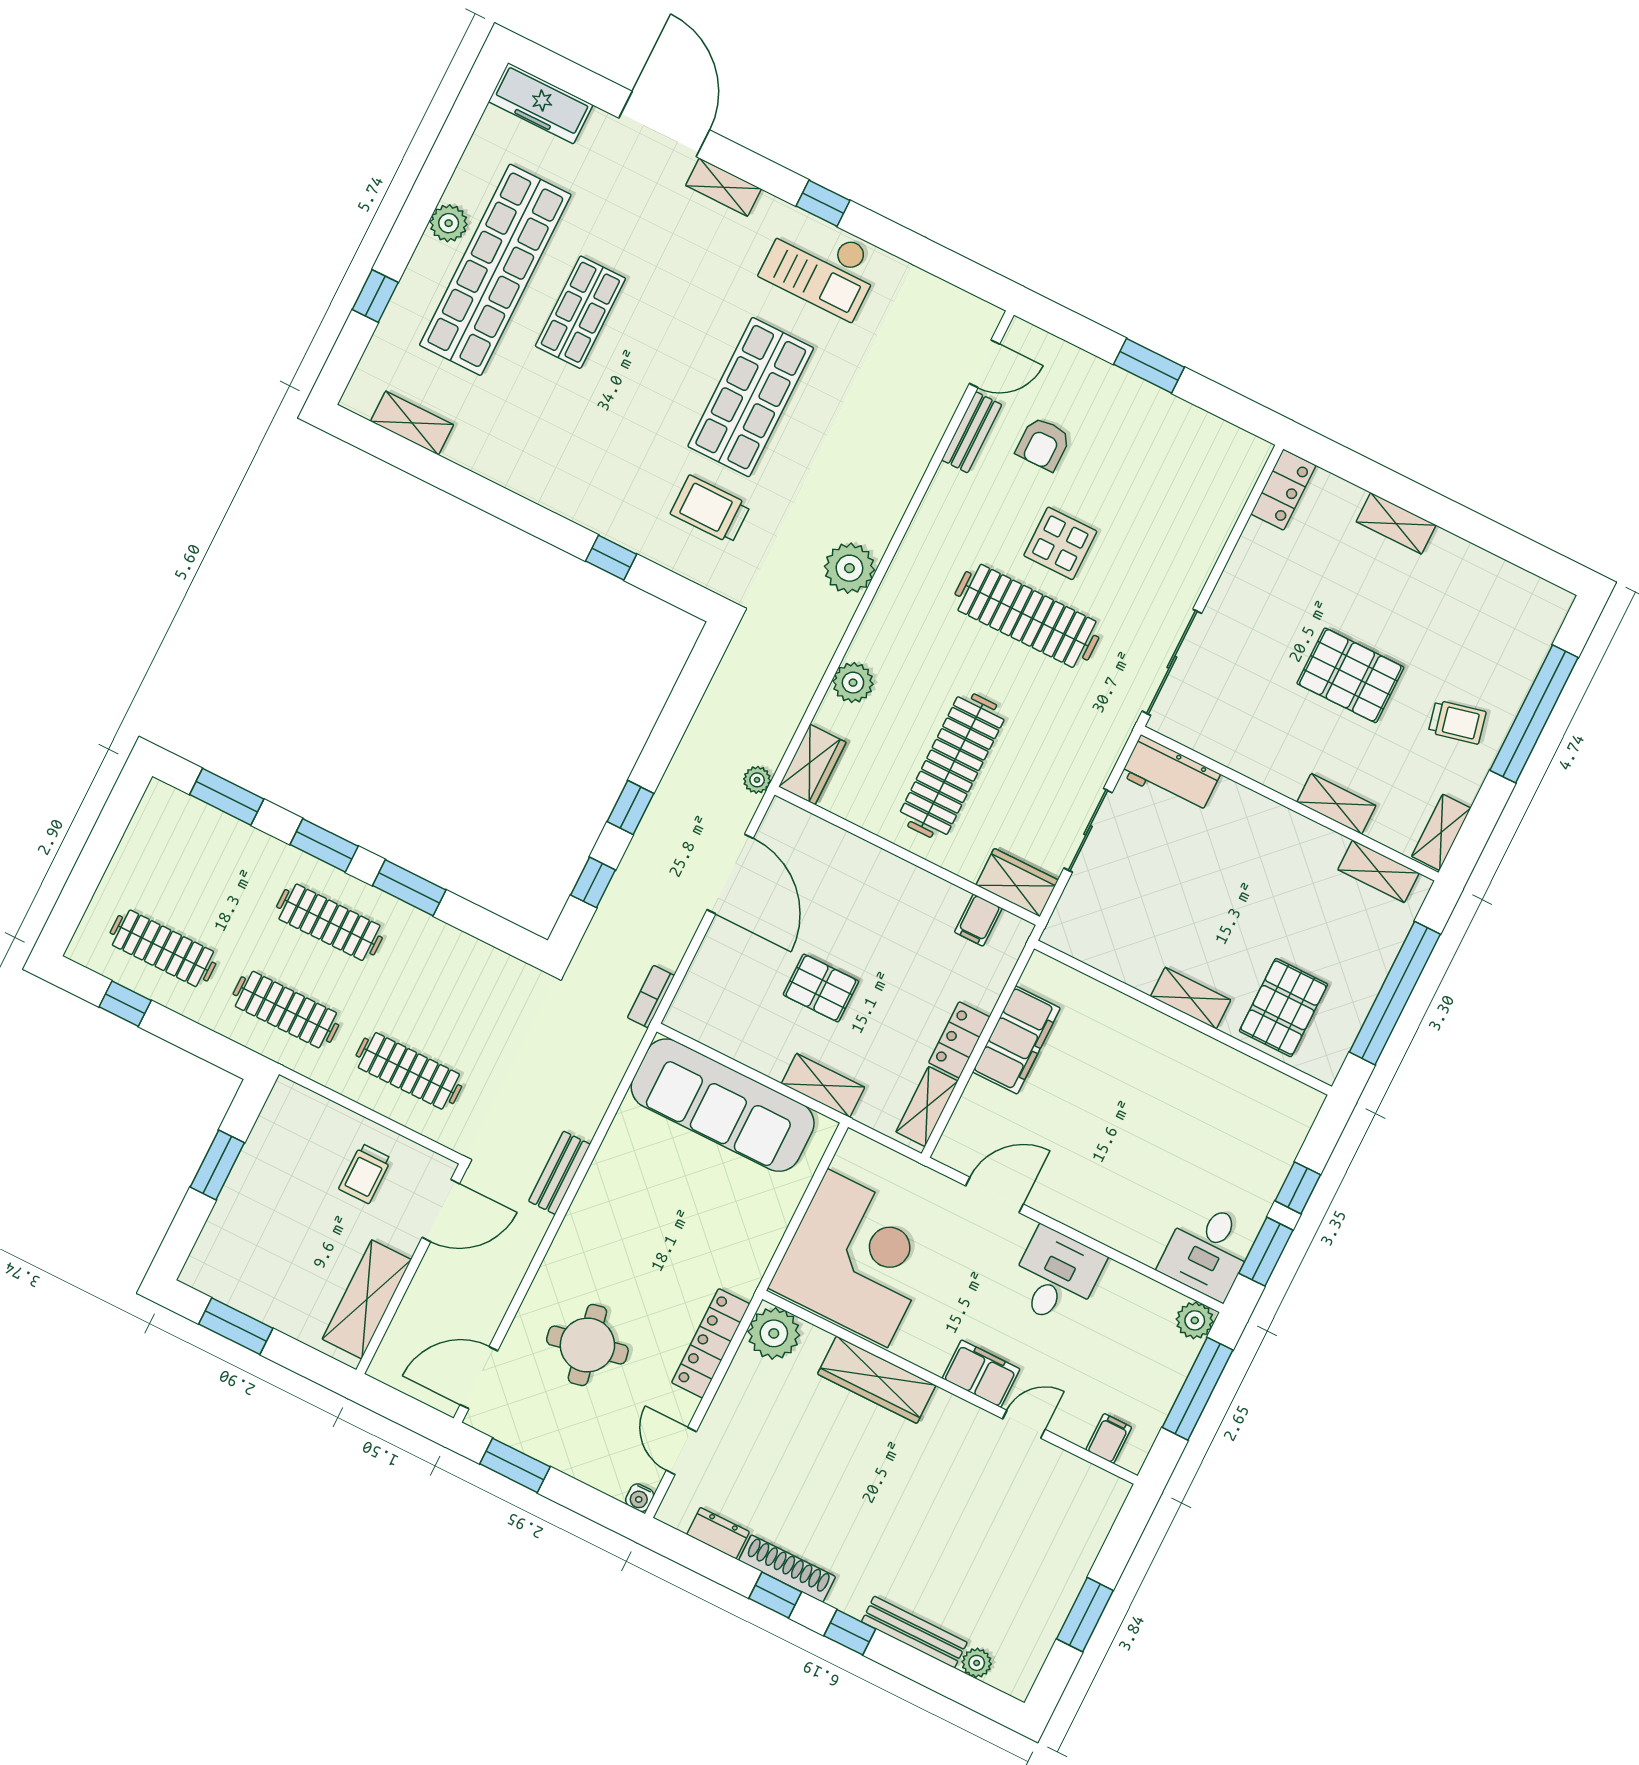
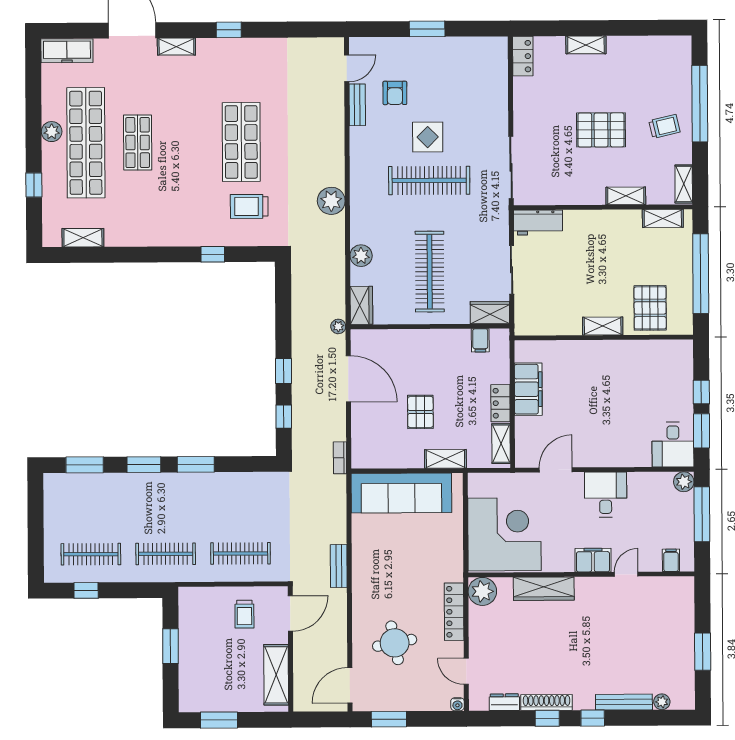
checkout: (821, 267) -> (243, 61), removed
clothes rail: (329, 922) -> (165, 501), removed
pallet: (821, 988) -> (420, 412), turned 90

